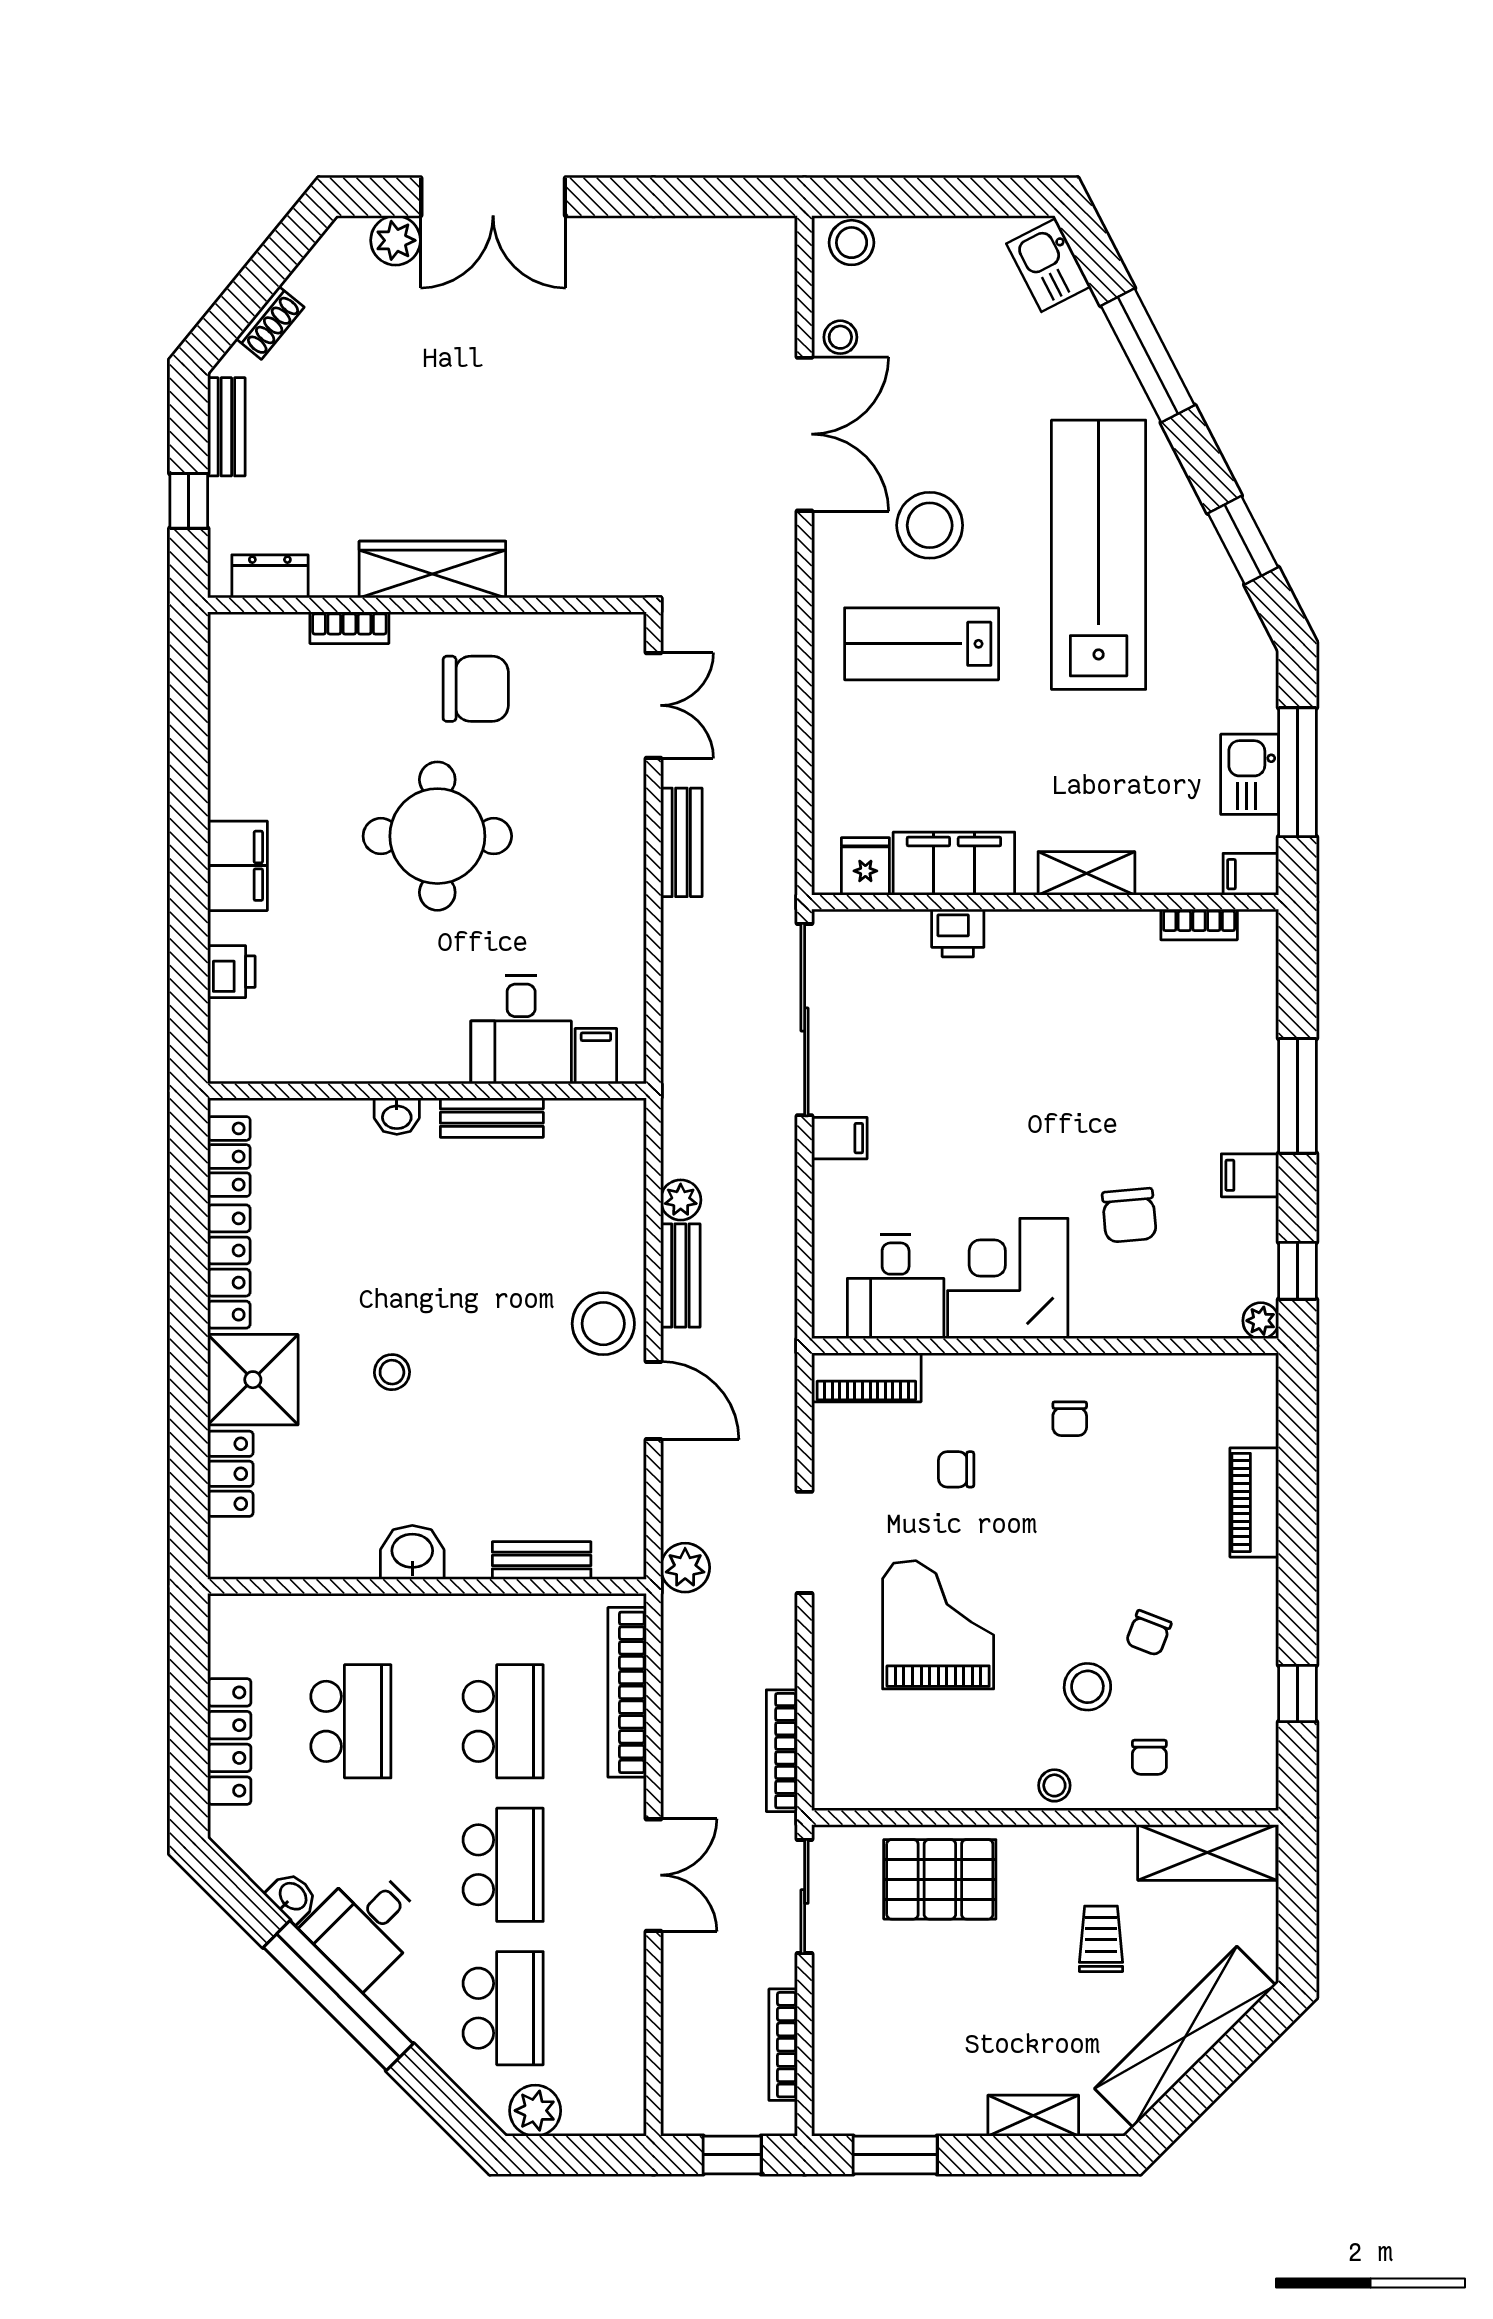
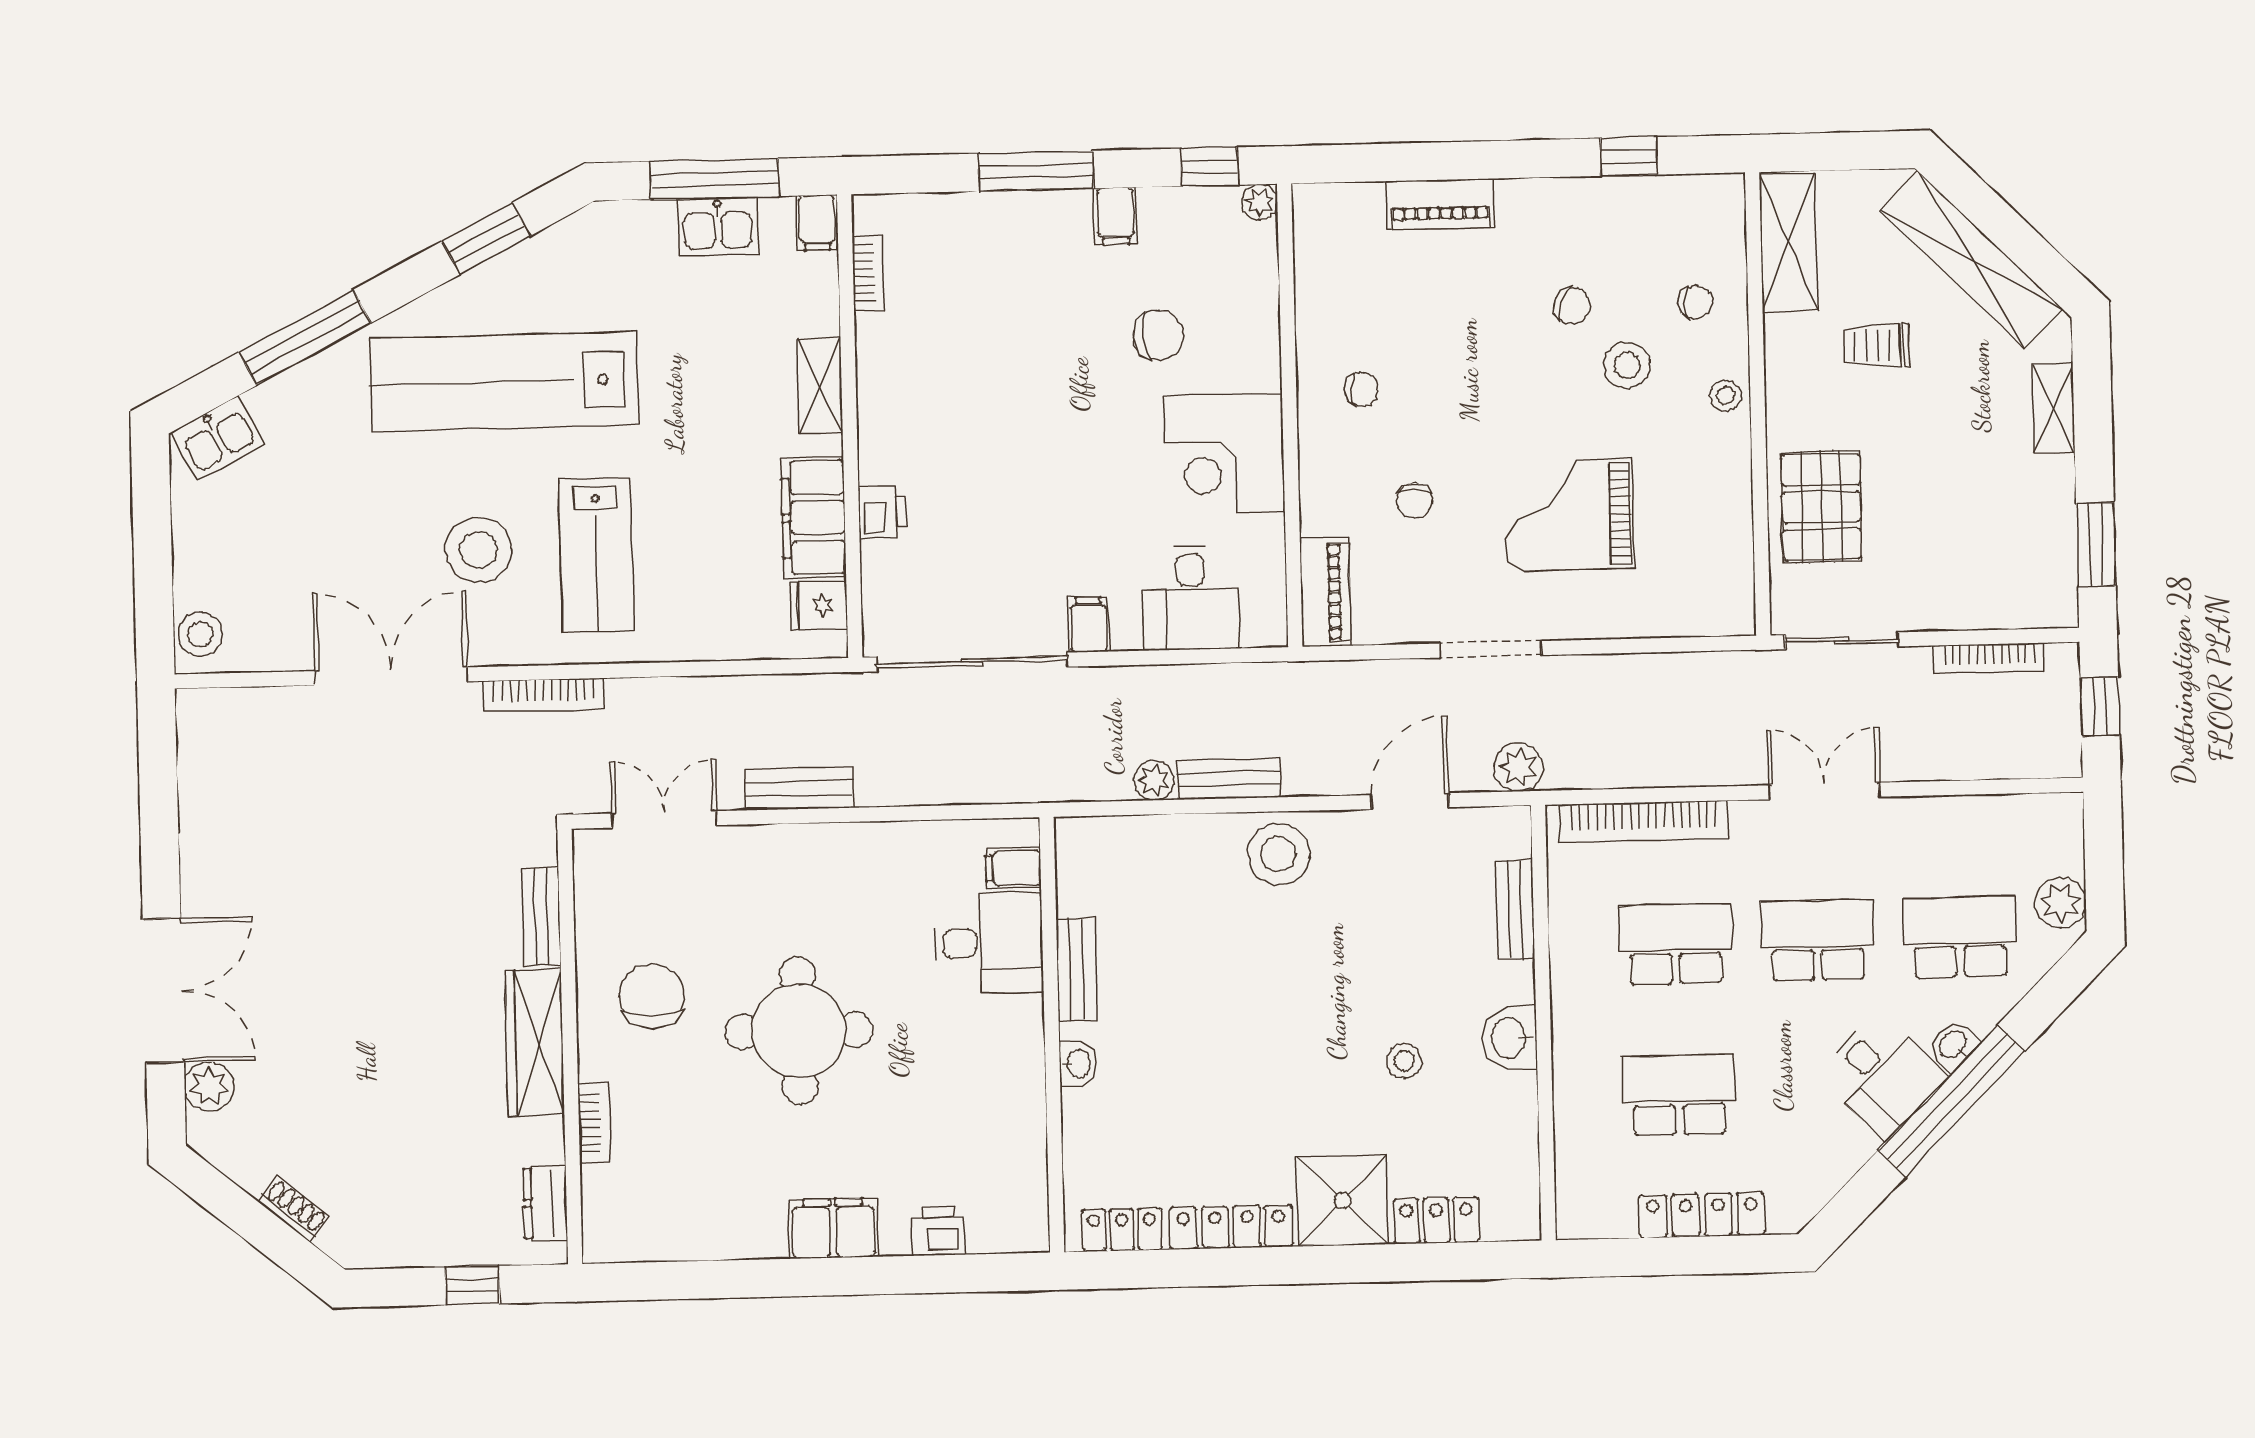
stool: (840, 337) -> (294, 643), removed
bench: (226, 427) -> (541, 917), moved, turned 90
desk: (896, 1287) -> (1191, 598), moved, turned 90
stool: (392, 1372) -> (1404, 1061), moved
door: (654, 1401) -> (1410, 801), moved
bookcase: (782, 1751) -> (544, 695), moved
washbasin: (292, 1897) -> (1953, 1045), moved

